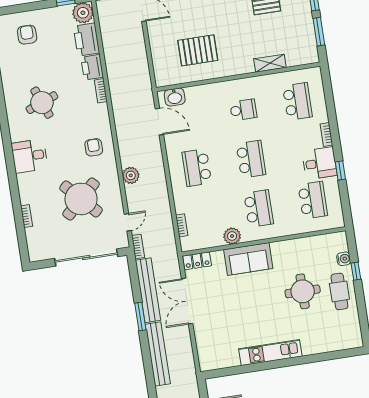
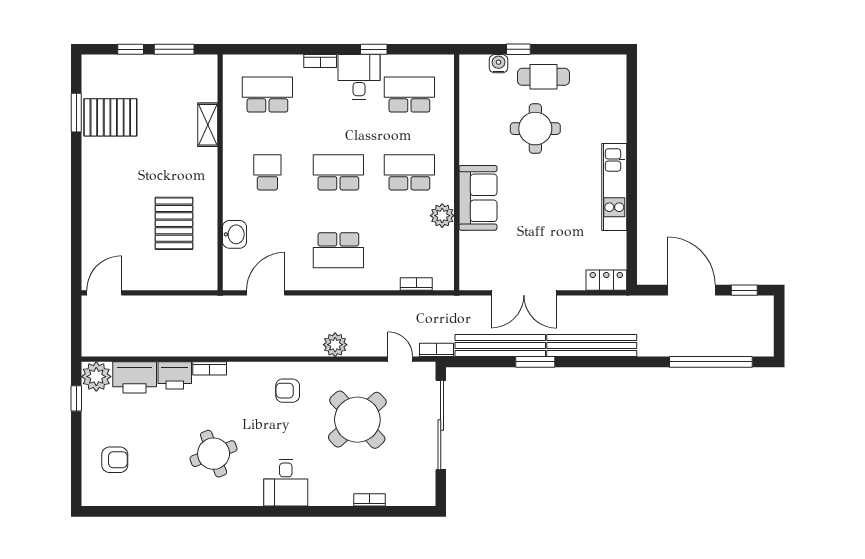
armchair: (27, 35) -> (115, 460), turned 180
washbasin: (175, 97) -> (234, 234), moved
locker: (197, 261) -> (606, 280), moved, turned -90

